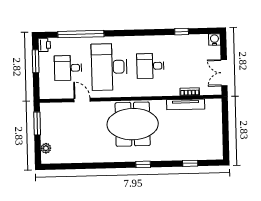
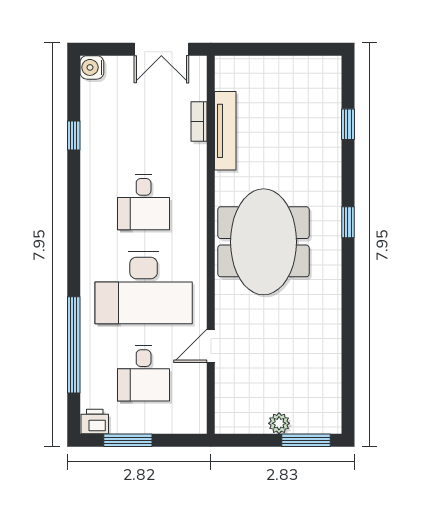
window: (37, 123) -> (306, 440), moved
plant: (46, 148) -> (279, 423), moved

